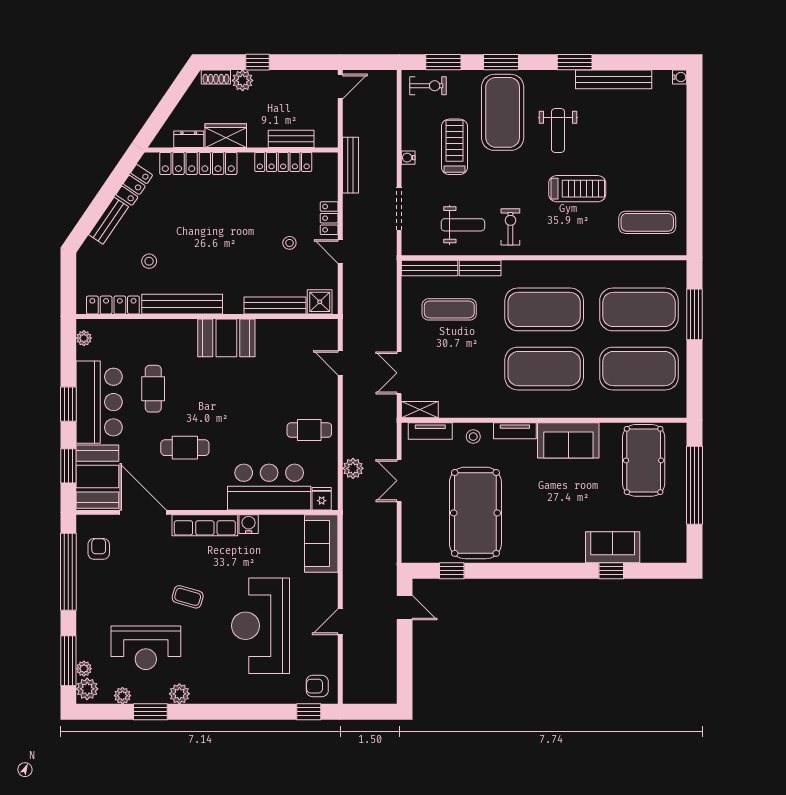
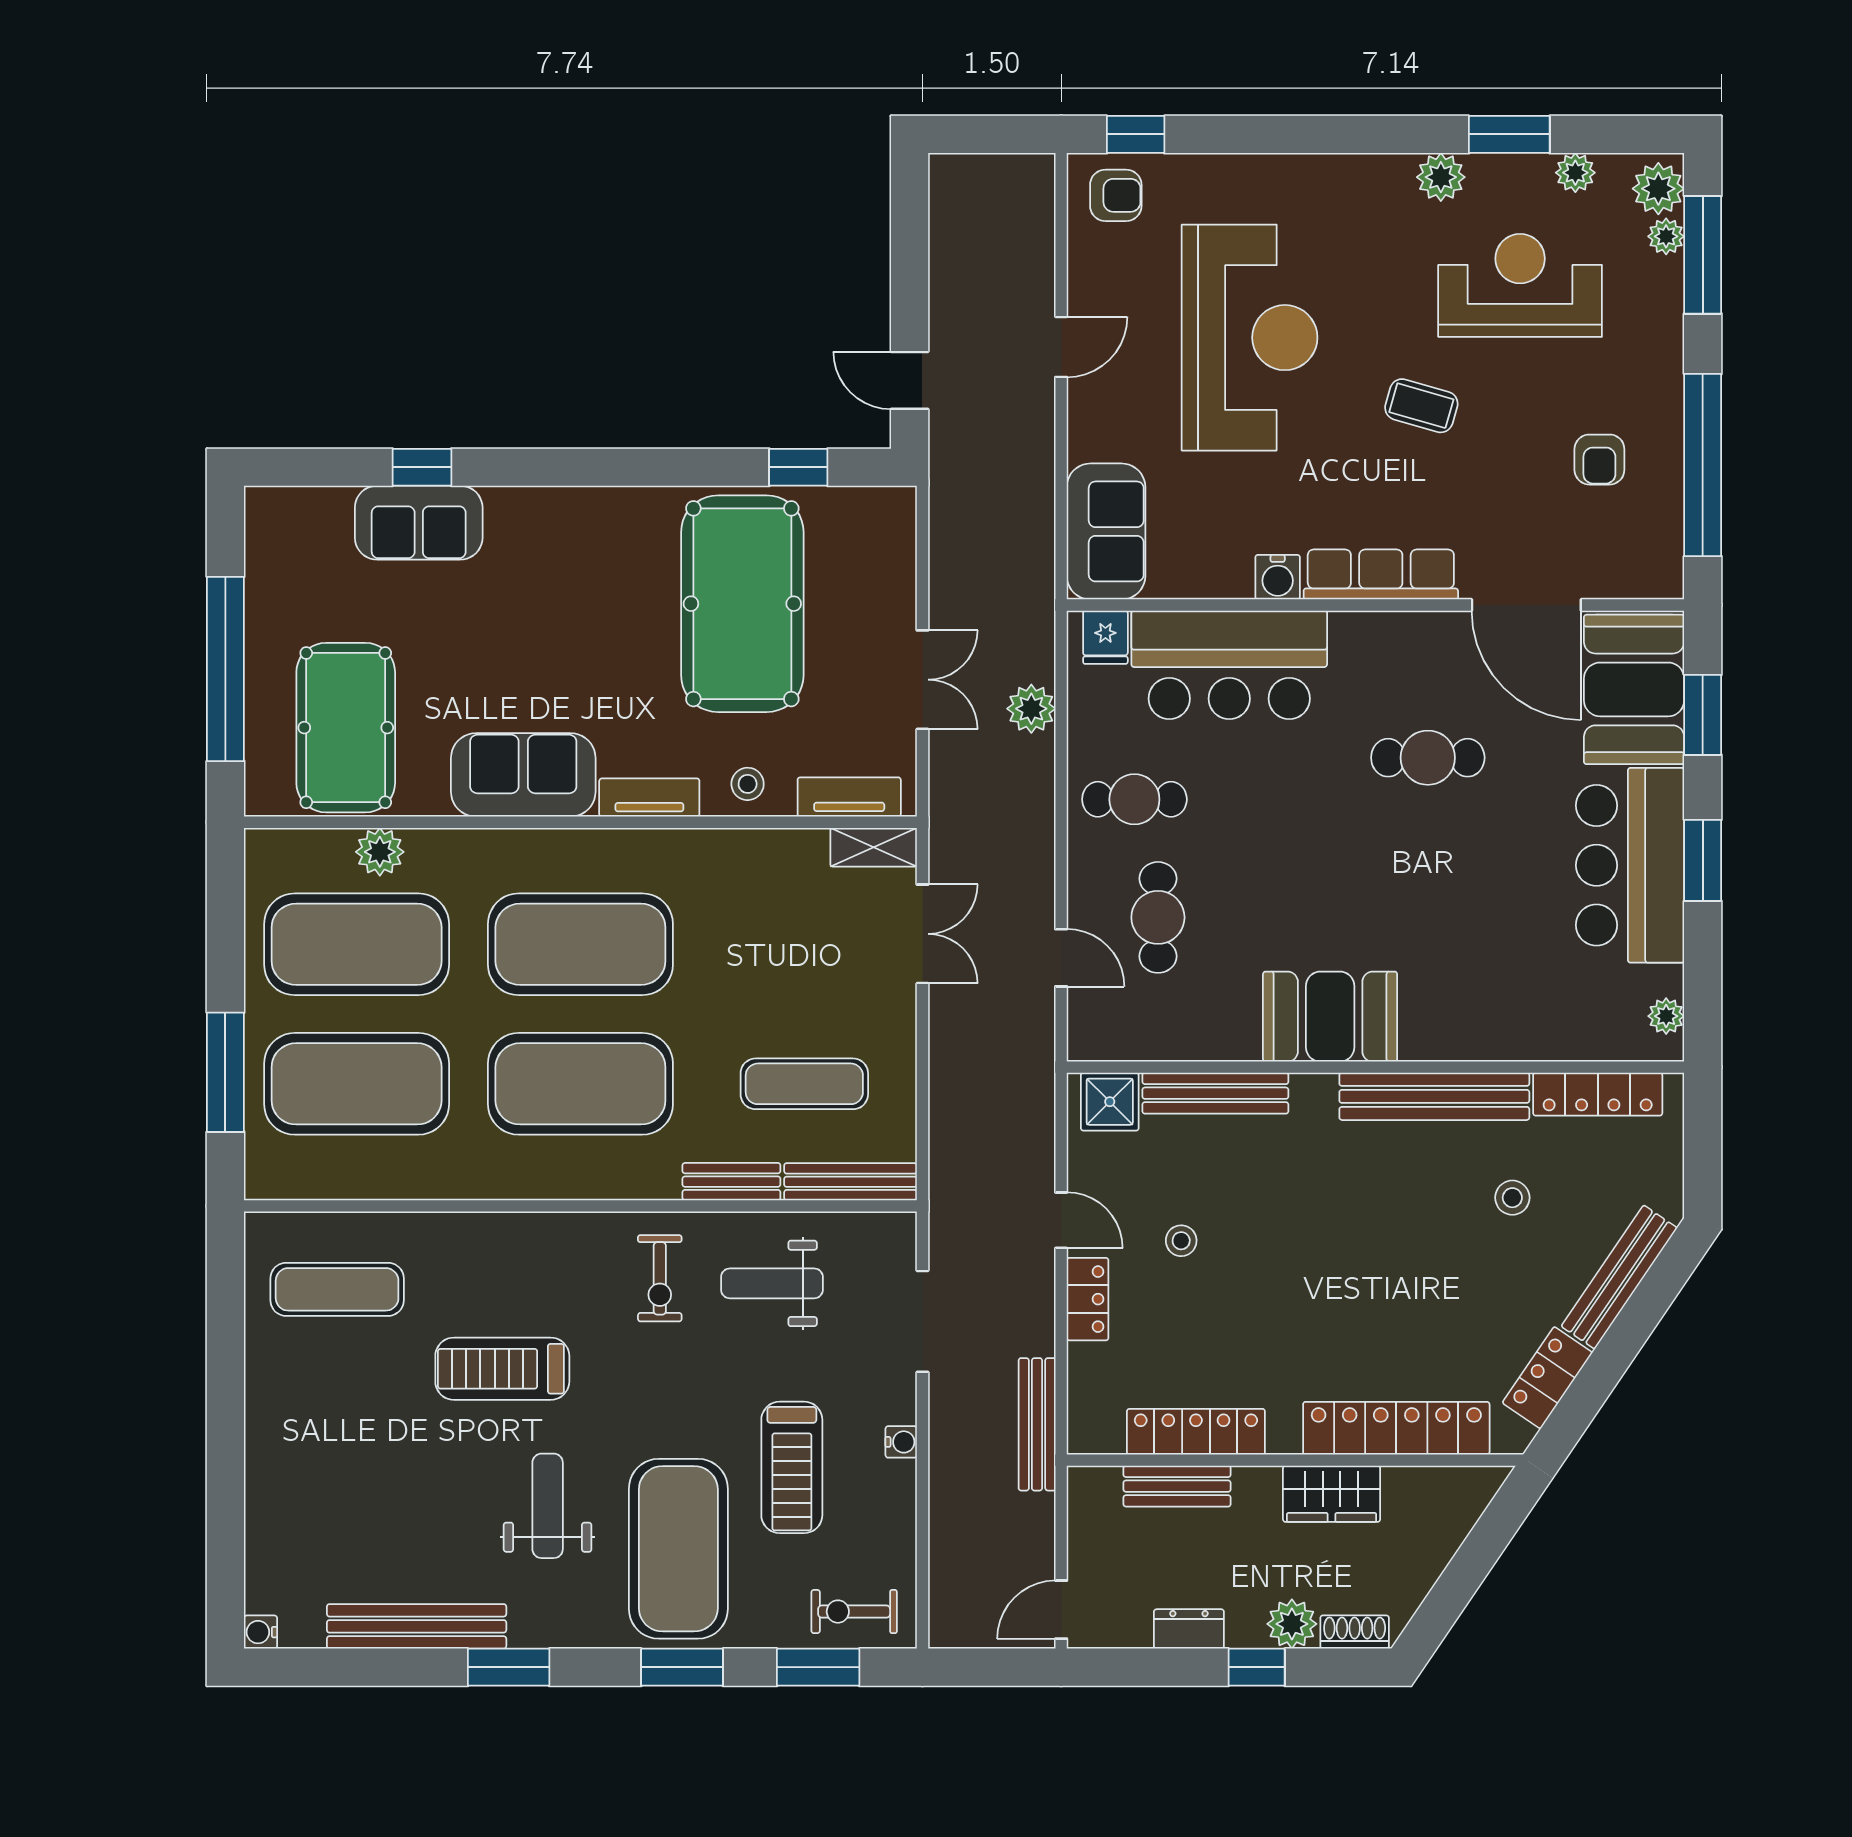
dresser: (189, 139) -> (1189, 1629), moved, turned 180
bench: (108, 221) -> (1619, 1277), width x1.36
cafe table: (153, 389) -> (1158, 917), moved
plant: (629, 408) -> (380, 852), added
armchair: (99, 549) -> (1599, 460), moved

